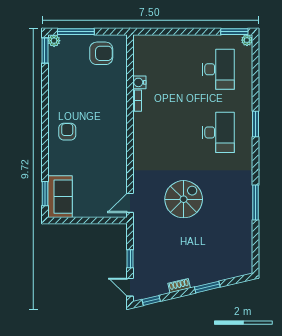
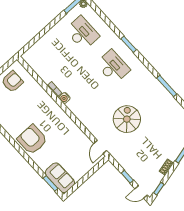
water cooler: (139, 82) -> (64, 98), moved
armchair: (67, 132) -> (32, 140), width x1.88, depth x1.88

